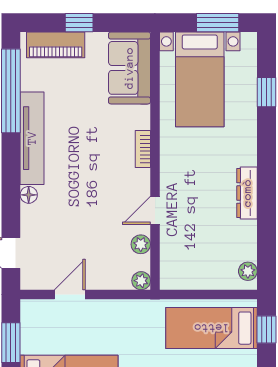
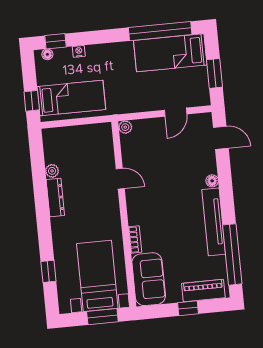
window: (218, 23) -> (102, 317), moved
bookcase: (143, 149) -> (135, 240), moved
door: (155, 210) -> (120, 179), hinge flipped
plant: (141, 244) -> (128, 153), removed
plant: (248, 271) -> (52, 171), moved

